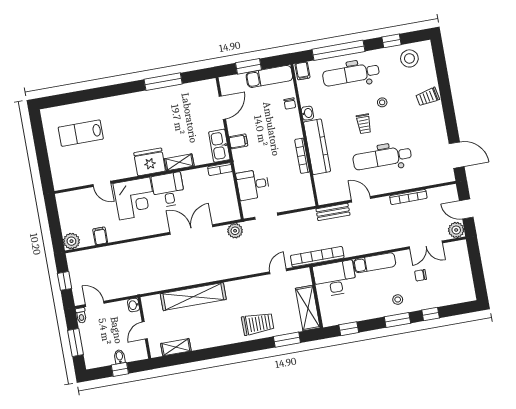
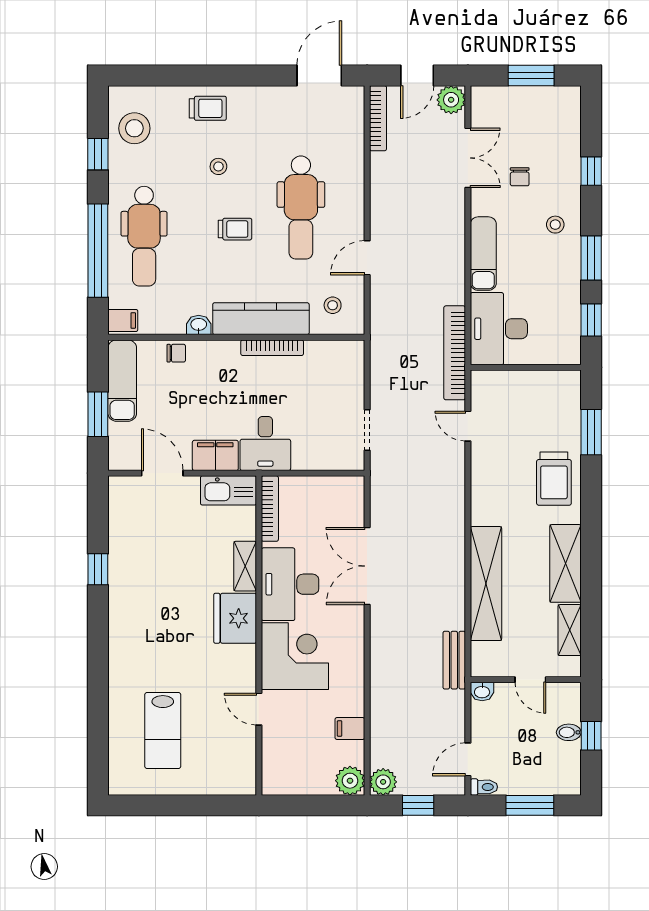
window: (163, 82) -> (98, 569), width x0.46
trolley: (428, 97) -> (208, 108), turned -79
stool: (382, 102) -> (218, 166), moved
filing cabinet: (238, 141) -> (215, 455), width x2.00
bookcase: (220, 169) -> (270, 509), width x1.56
door: (102, 184) -> (259, 709), swing flipped
desk: (253, 185) -> (265, 443), moved
stool: (331, 185) -> (333, 305), added
desk: (168, 190) -> (290, 584), width x1.37
bookcase: (408, 197) -> (378, 118), moved
bench: (333, 212) -> (454, 660), moved
plant: (235, 231) -> (383, 782), moved
window: (477, 272) -> (531, 75), added
shelving: (308, 308) -> (565, 563), moved, turned 90
window: (397, 320) -> (591, 258), moved
trolley: (258, 324) -> (554, 479), turned 180

